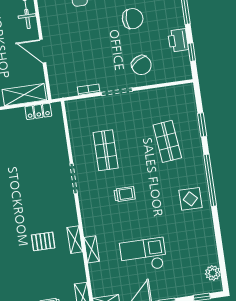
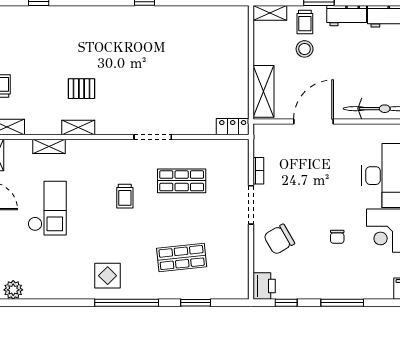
chair: (133, 19) -> (337, 237), width x0.54, depth x0.54
printer: (178, 40) -> (264, 286), moved, turned 90
door: (43, 51) -> (314, 122), width x1.36
locker: (38, 111) -> (233, 127), moved, turned 90
pallet: (43, 241) -> (82, 89), turned 90
shelving: (92, 249) -> (49, 146), moved

